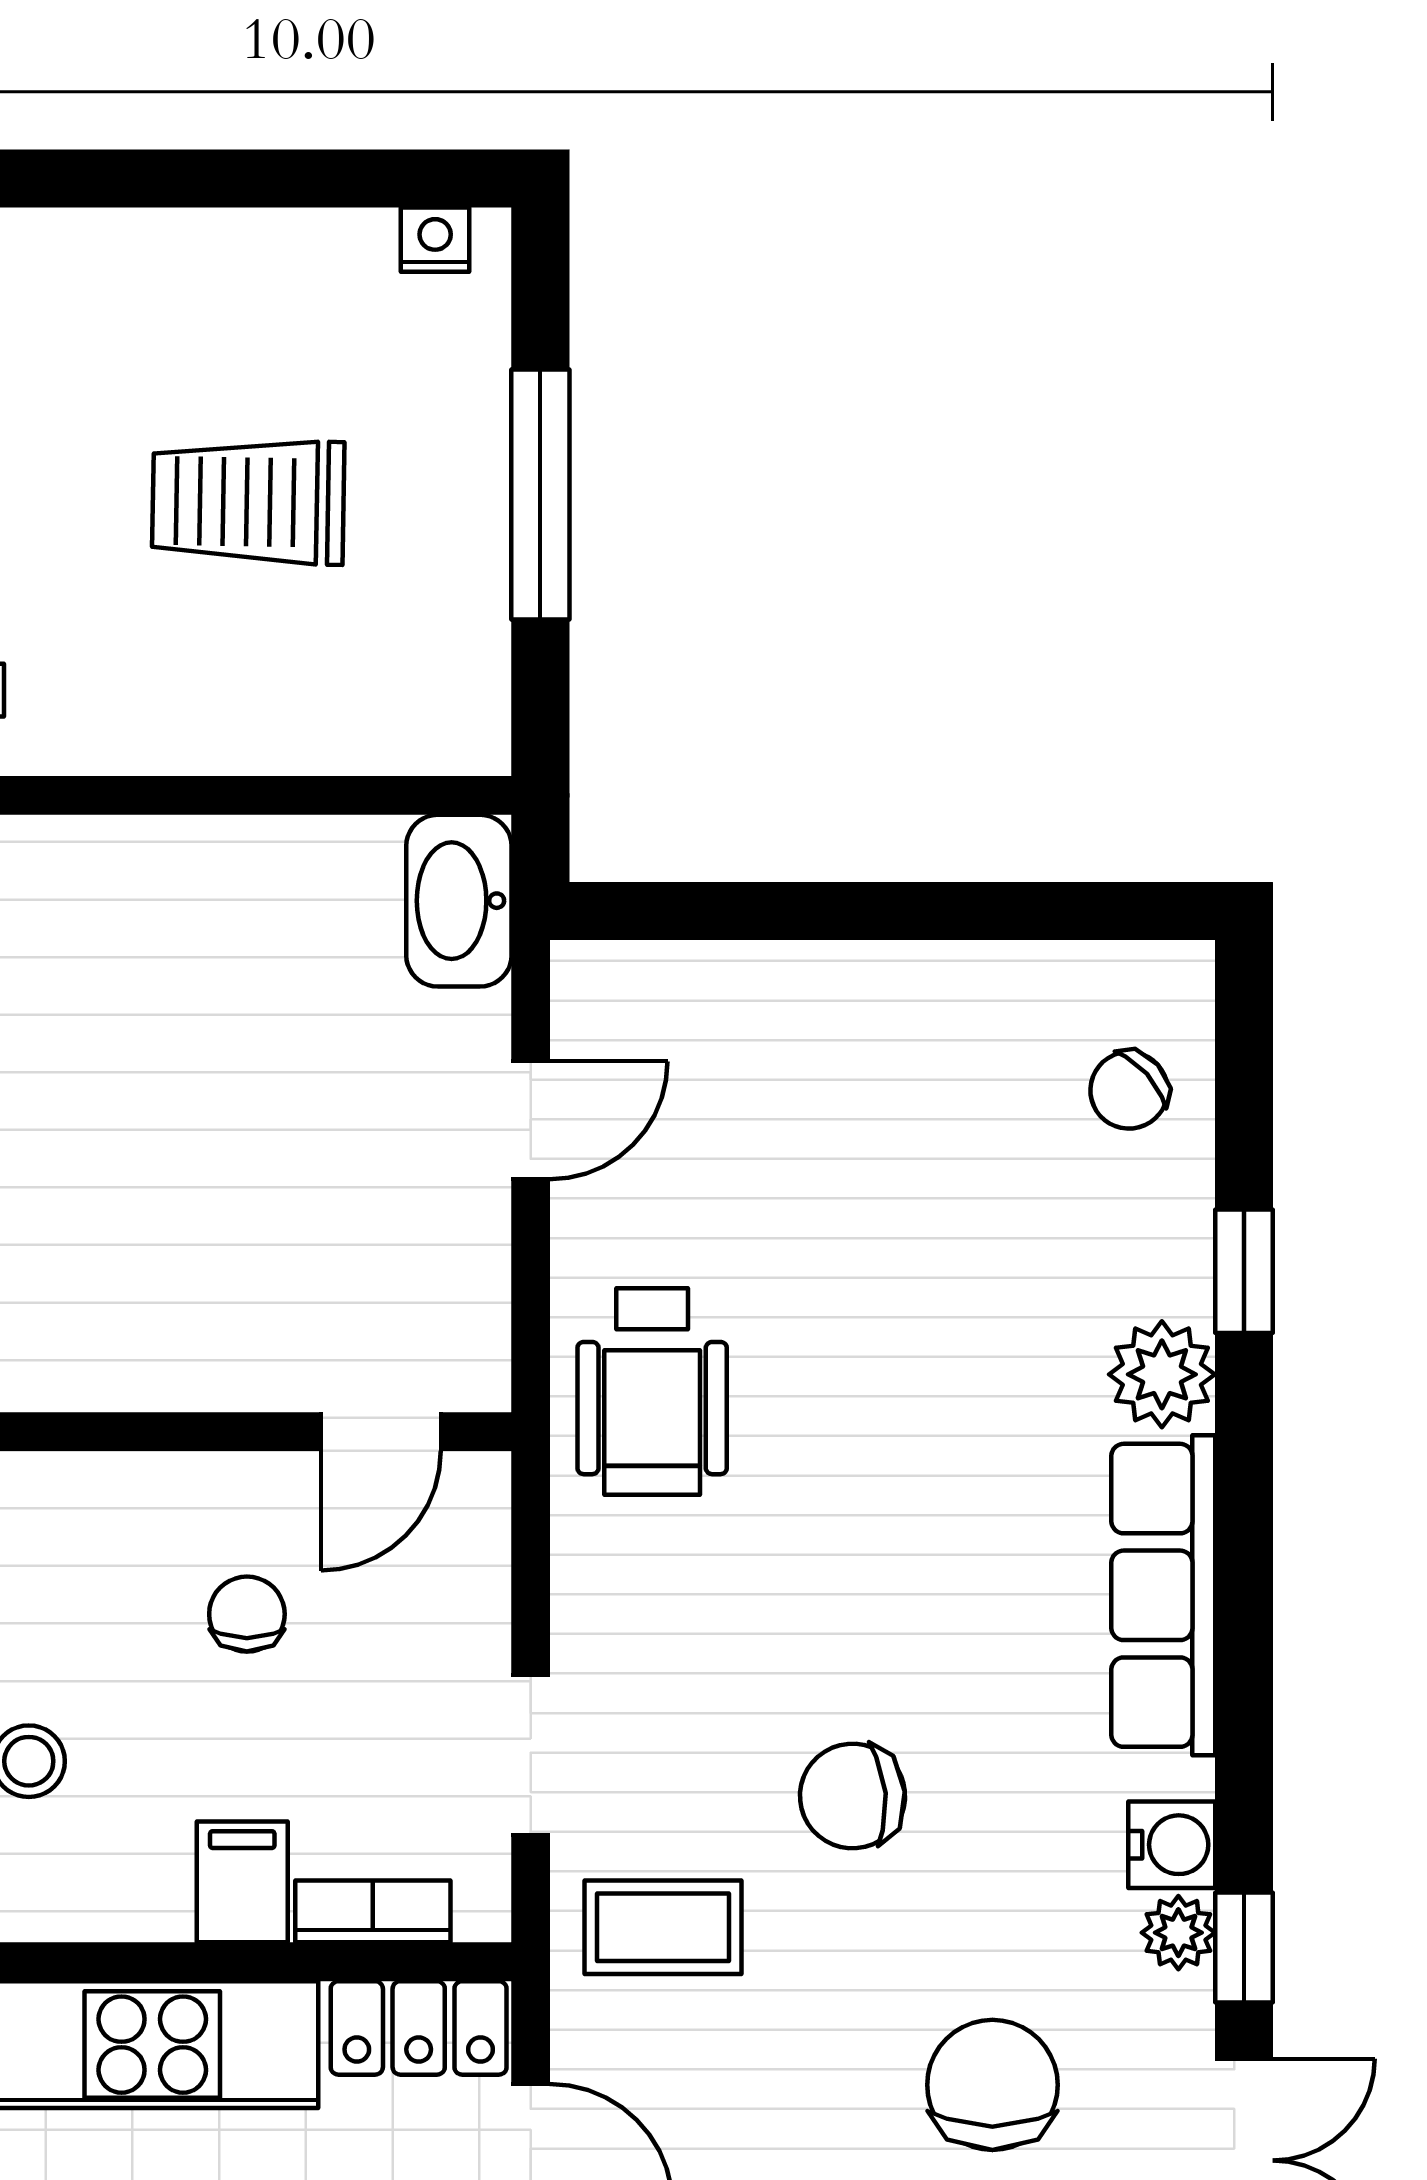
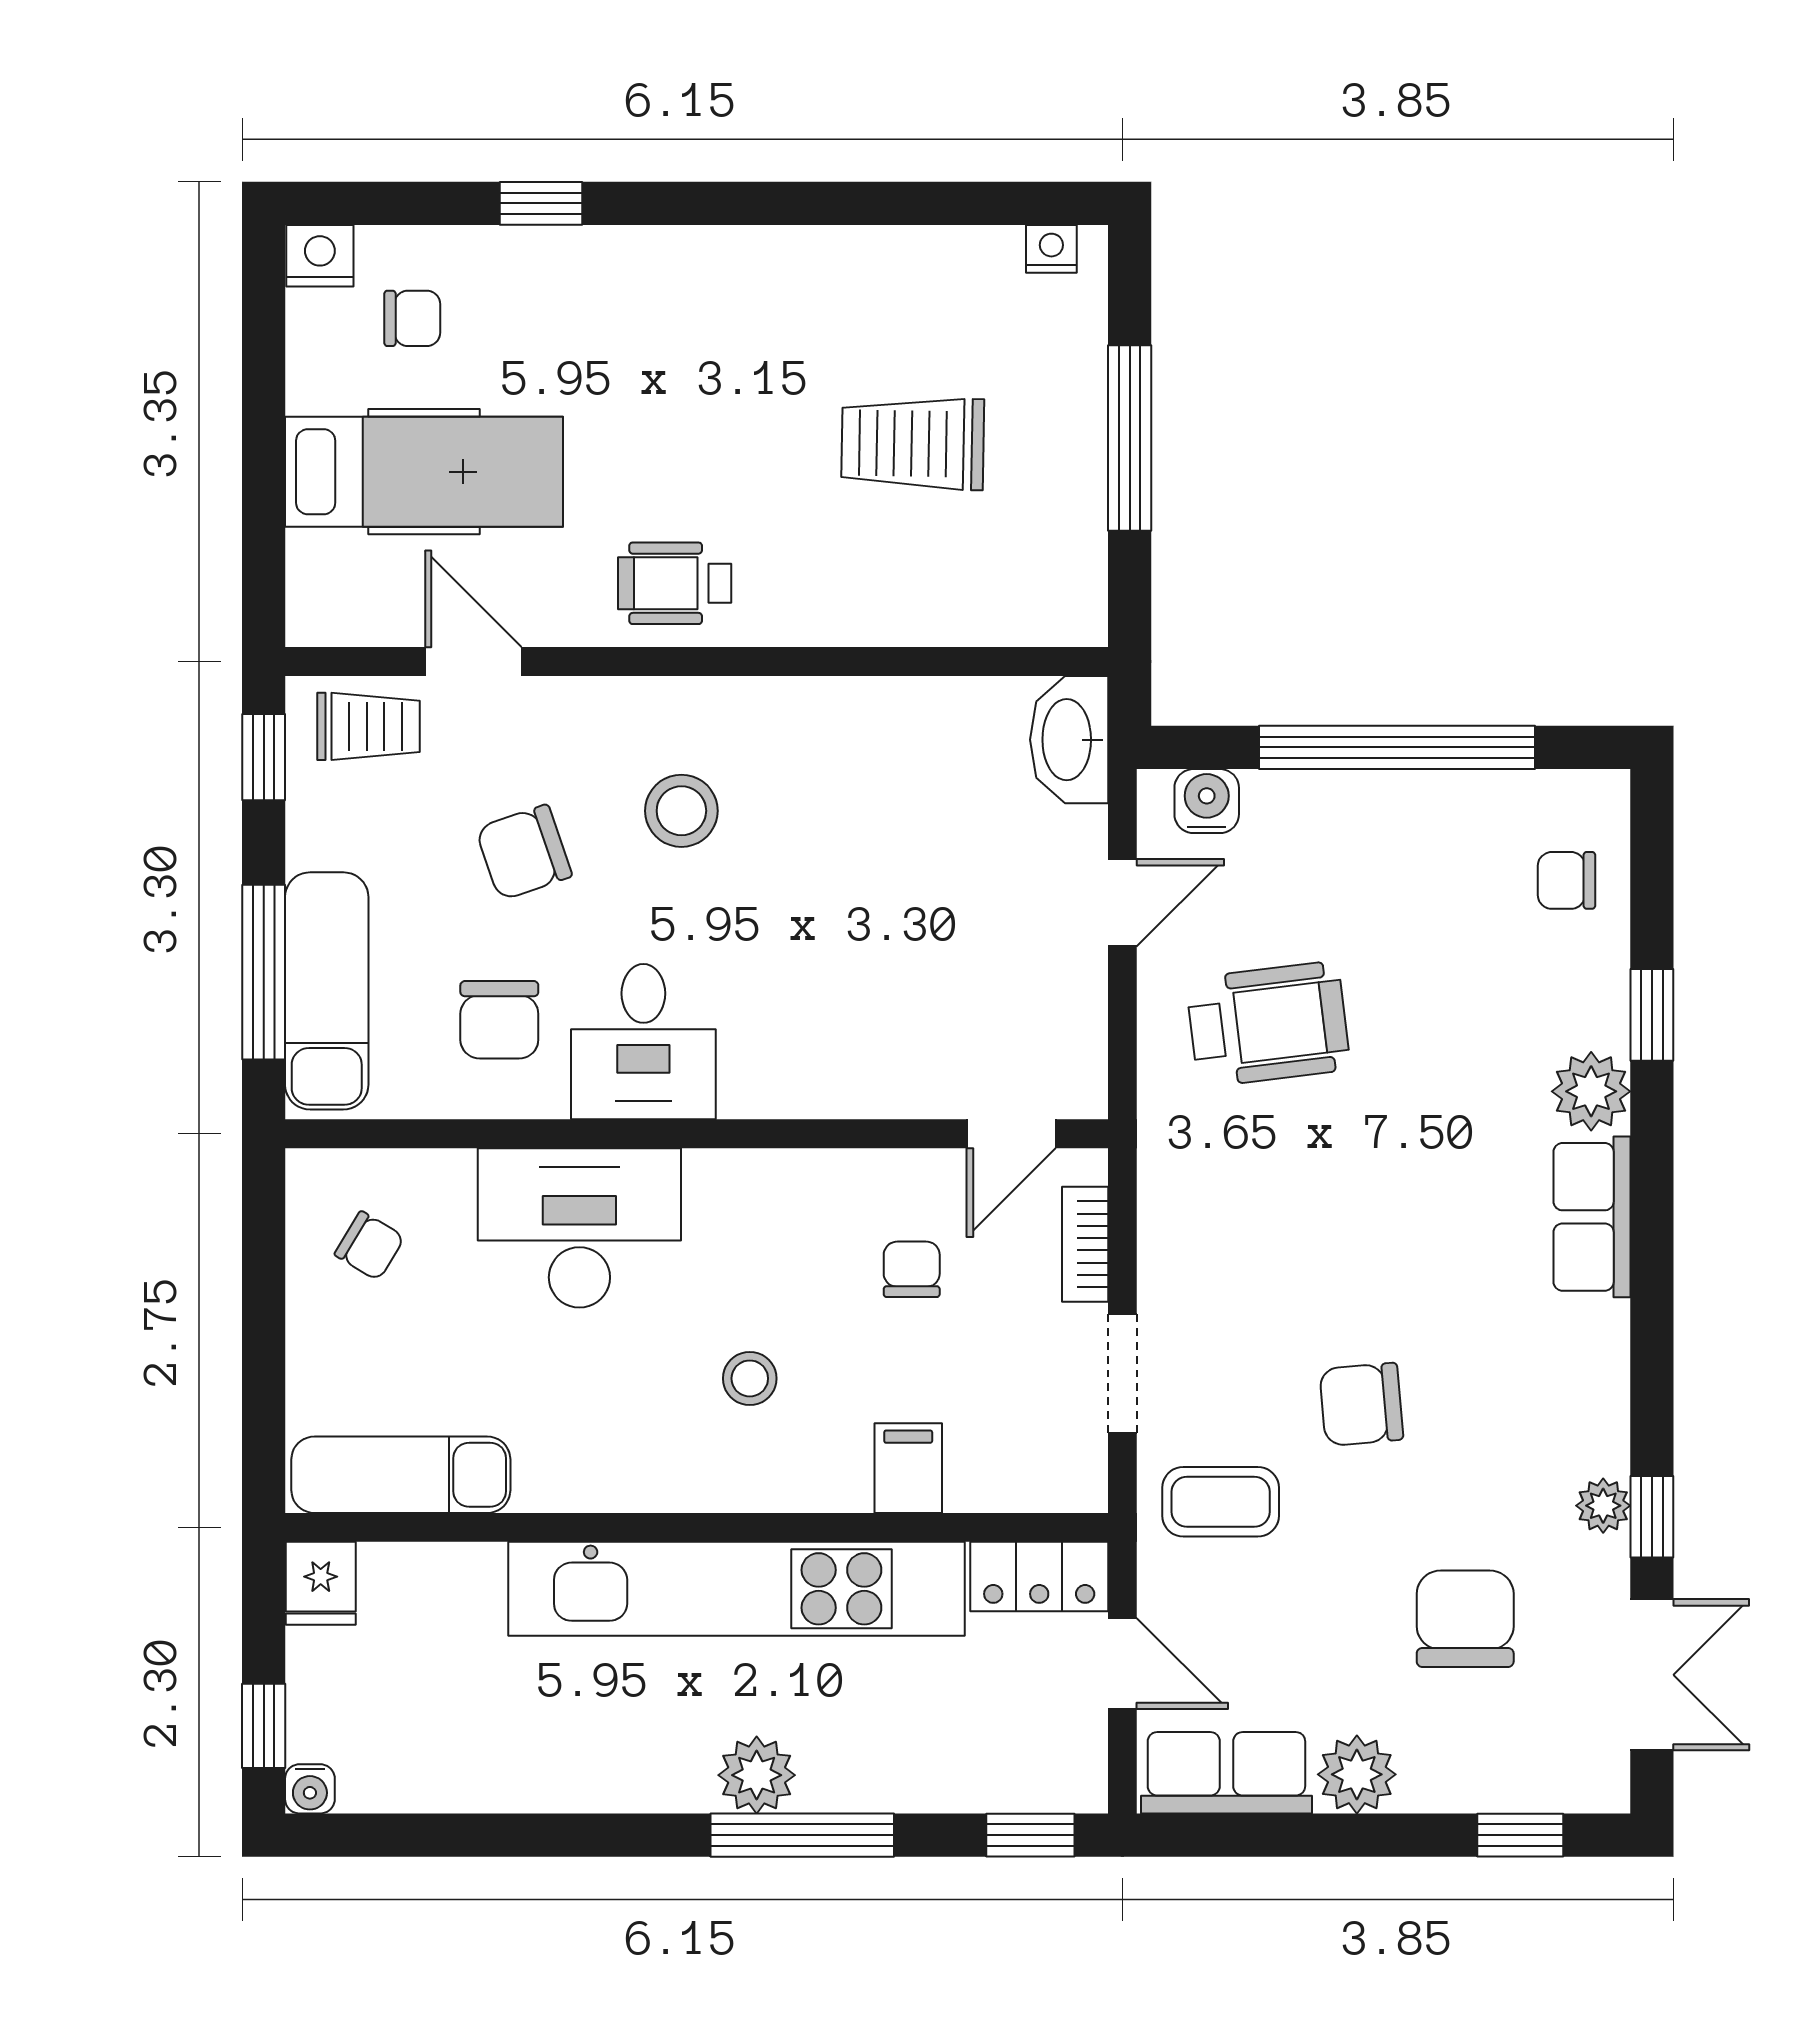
window: (901, 911) -> (1397, 747), added
chair: (1129, 1090) -> (1567, 880), turned 42
wheelchair: (652, 1392) -> (1268, 1024), moved, turned -97
row of seats: (1163, 1595) -> (1592, 1217), width x0.68
water cooler: (1172, 1845) -> (1207, 801), moved, turned -90
bookcase: (373, 1911) -> (1085, 1244), moved, turned -90

